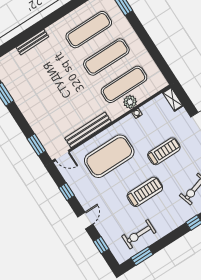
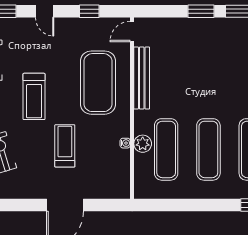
shelving: (173, 99) -> (116, 192), removed
window: (36, 145) -> (201, 11), moved
treadmill: (164, 151) -> (65, 146), turned 180

